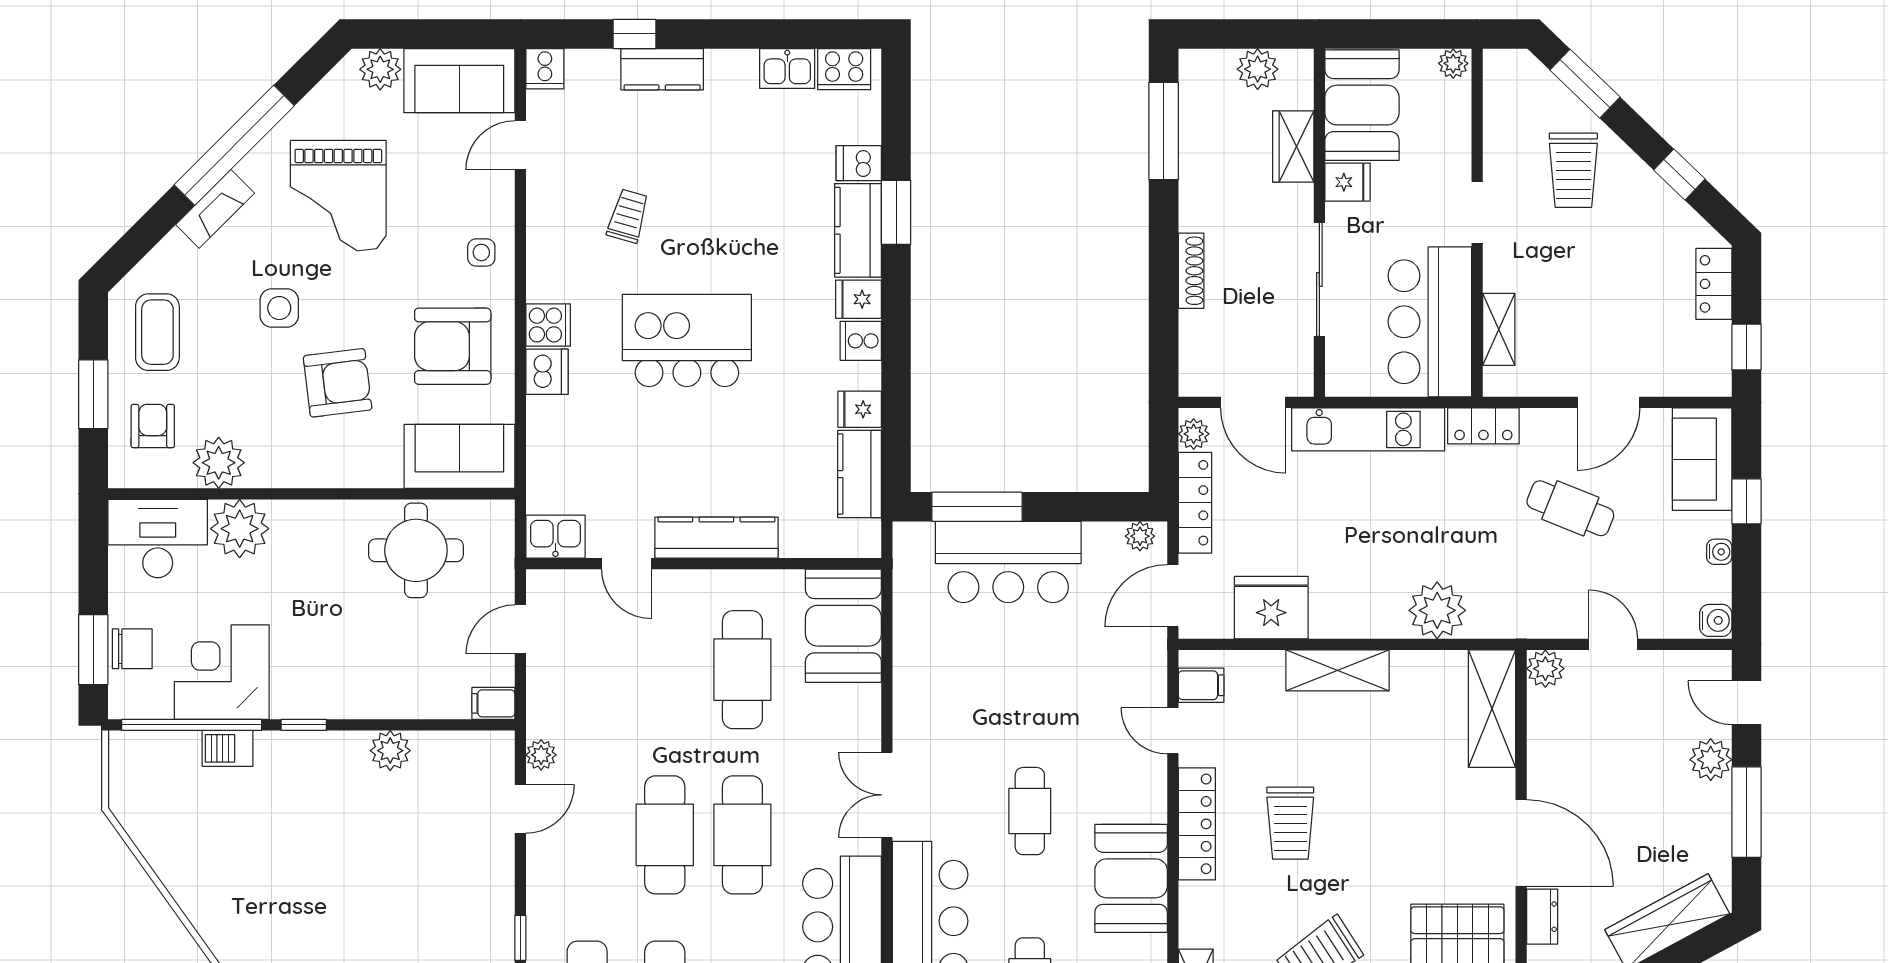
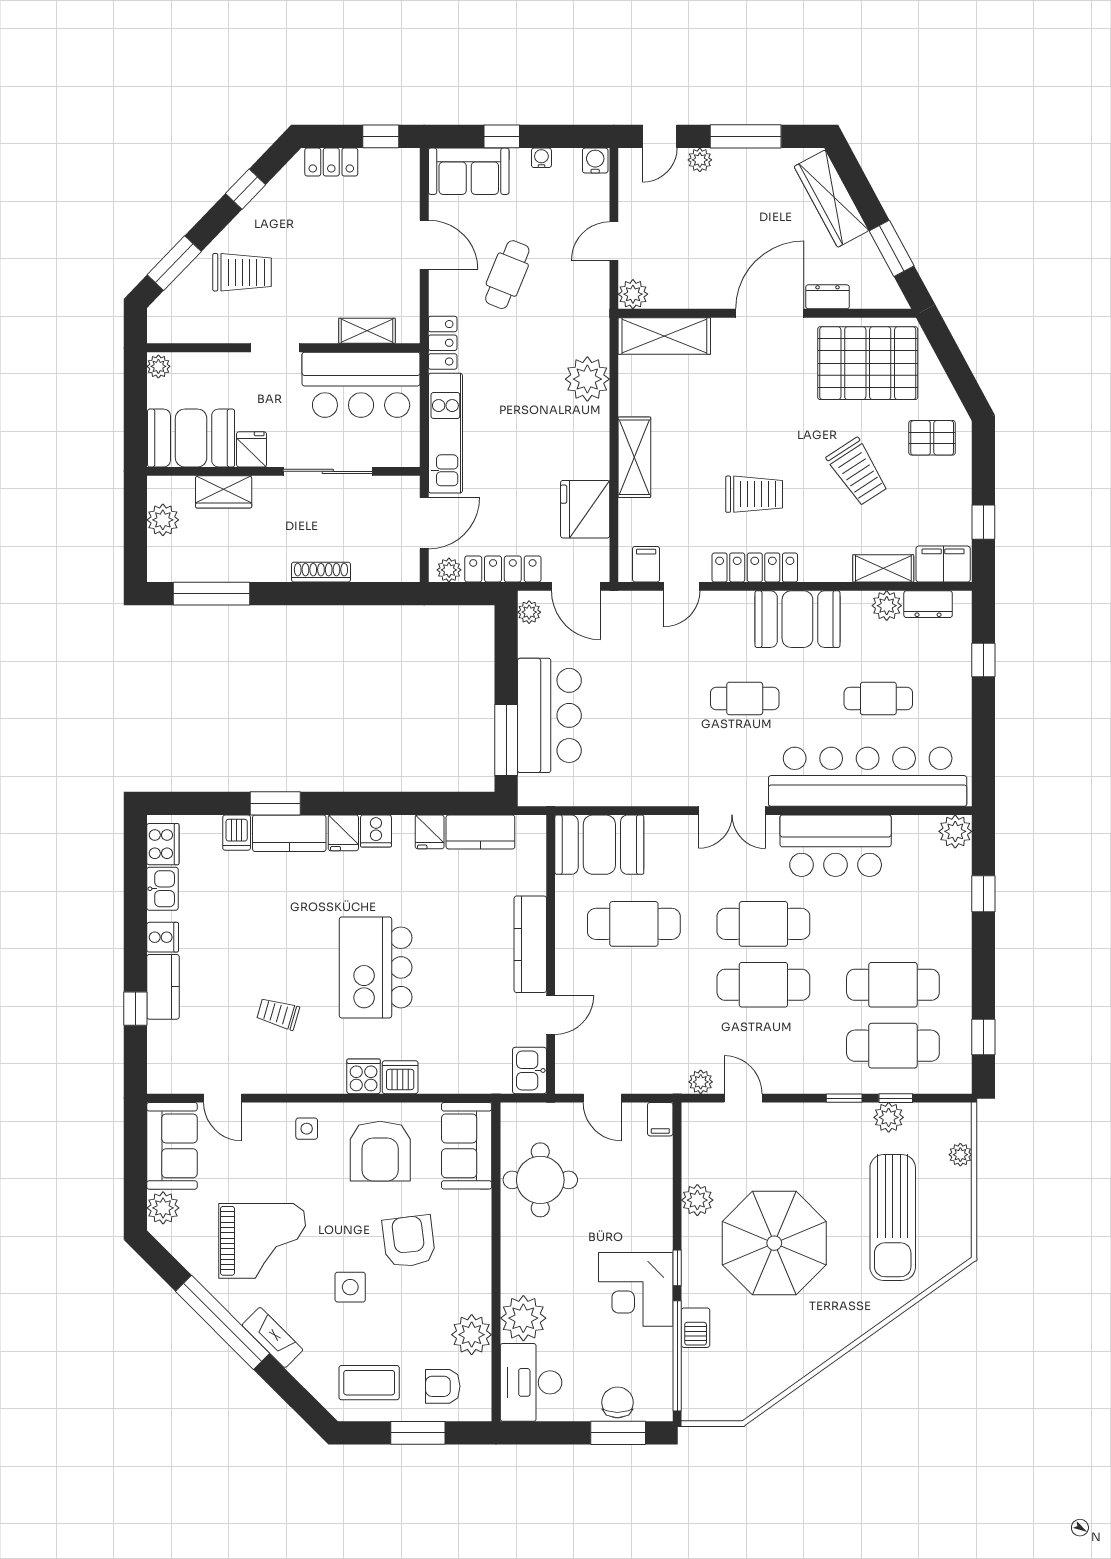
cooker: (545, 69) -> (163, 937), moved
corner desk: (222, 672) -> (636, 1289), moved
plant: (1711, 760) -> (700, 160), width x0.73, depth x0.73
parasol: (335, 849) -> (774, 1243), added

